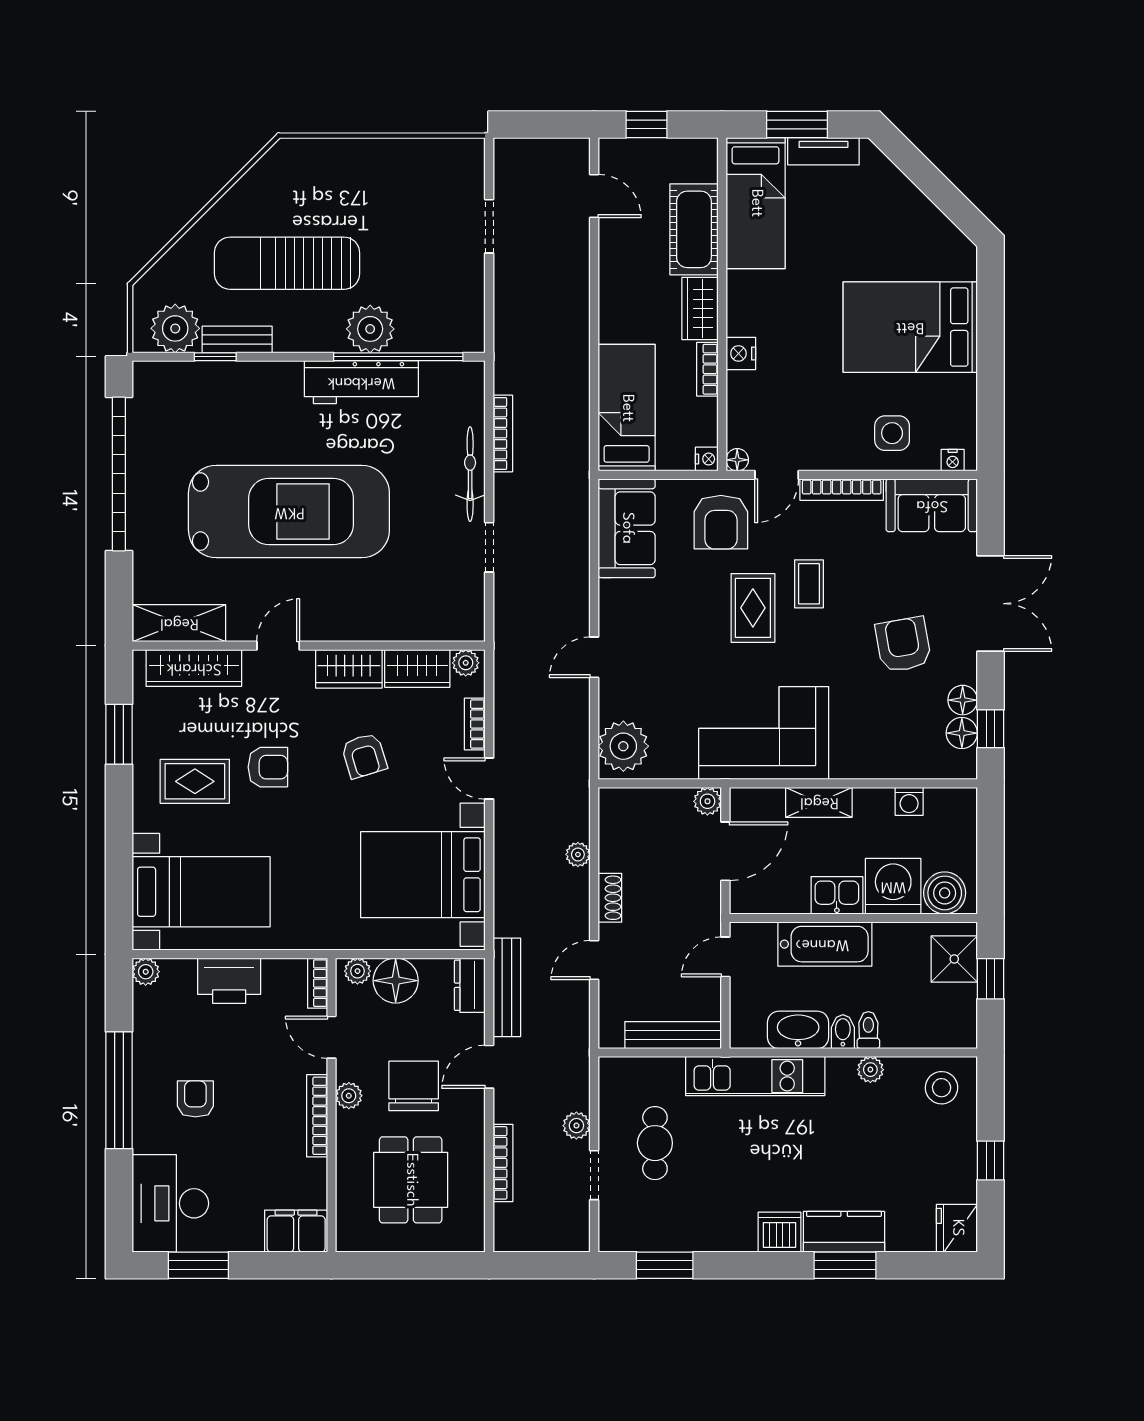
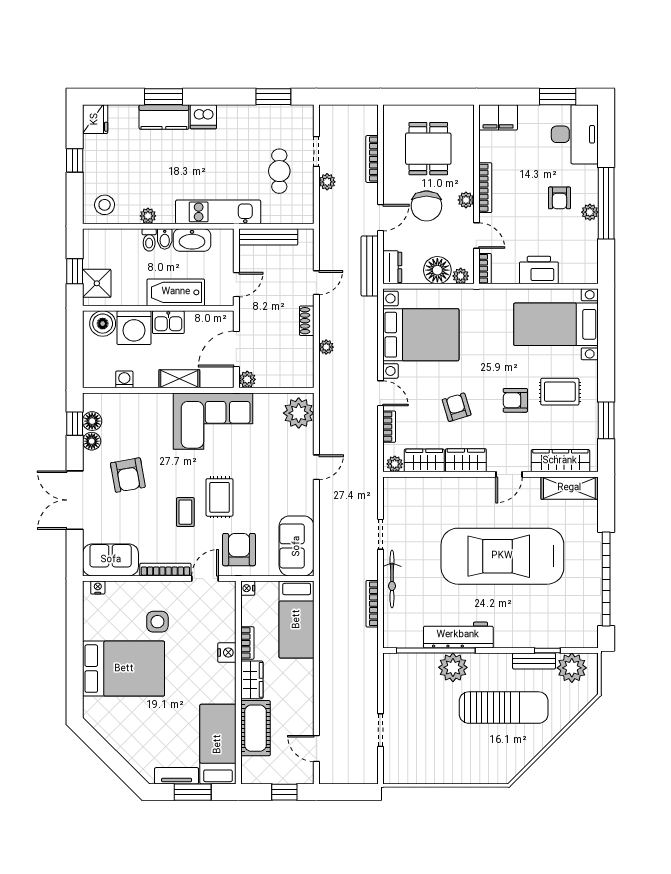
side table: (892, 433) -> (157, 622), moved
floor lamp: (737, 460) -> (229, 588), removed
plant: (146, 972) -> (590, 212), moved

